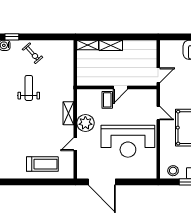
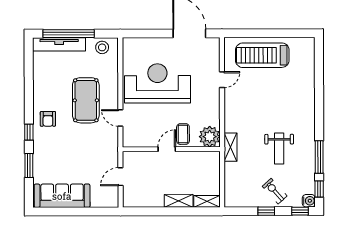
window: (39, 37) -> (266, 211), added
door: (158, 75) -> (120, 177), moved
shelving: (68, 113) -> (231, 147), moved
plant: (85, 123) -> (210, 137), moved
treadmill: (42, 164) -> (262, 55), width x1.37, depth x1.38

